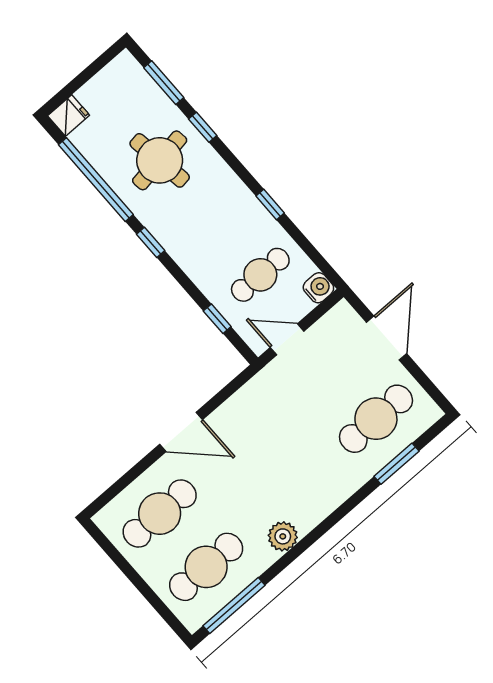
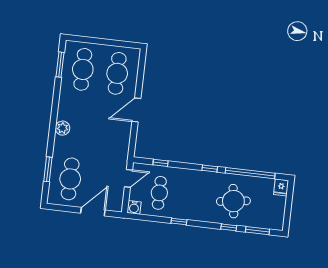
door: (387, 338) -> (93, 212), swing flipped
plant: (283, 536) -> (63, 128), moved
window: (234, 606) -> (60, 65), width x0.69

